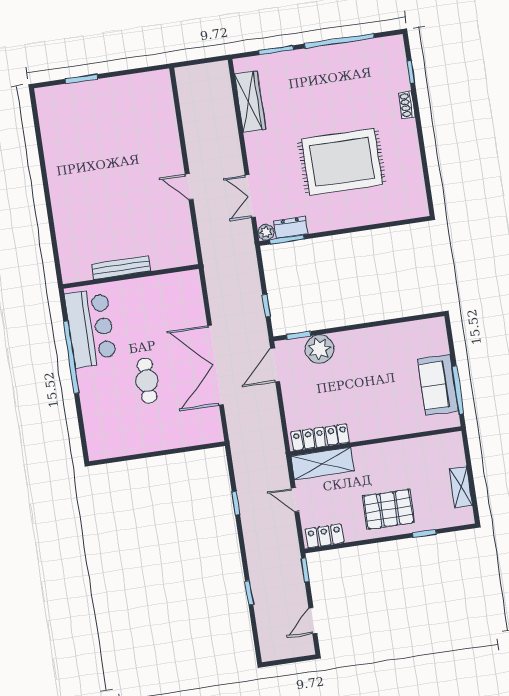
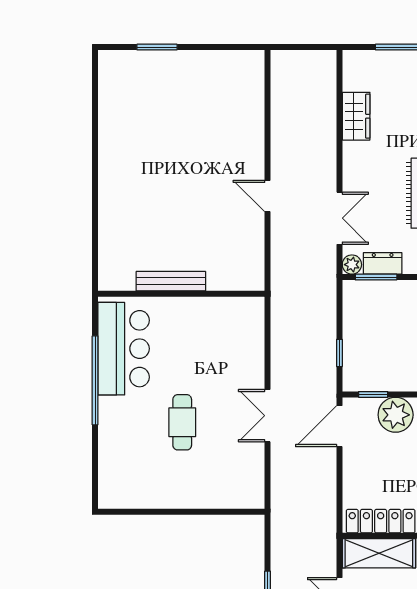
wardrobe: (250, 101) -> (356, 116), width x0.67
double door: (250, 196) -> (339, 218), swing flipped
double door: (216, 365) -> (268, 416), width x0.54

